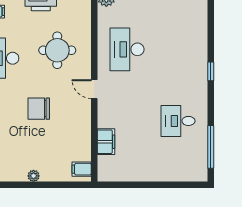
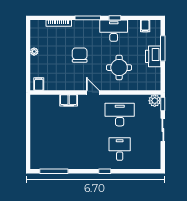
door: (94, 89) -> (93, 92), hinge flipped
desk: (178, 121) -> (120, 149), moved
filing cabinet: (106, 142) -> (69, 100), moved

